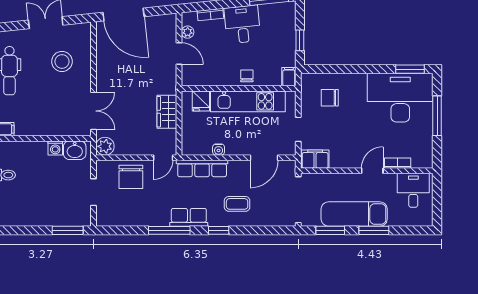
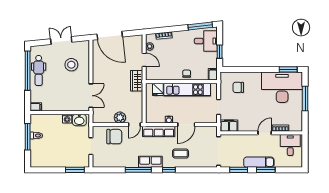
desk: (242, 24) -> (206, 41), moved, turned 96
wardrobe: (167, 112) -> (137, 81), moved
plant: (105, 146) -> (120, 118), moved
door: (264, 158) -> (186, 125), moved
chair: (131, 177) -> (114, 137), turned -90
exam couch: (354, 214) -> (259, 162), width x0.73, depth x0.69

